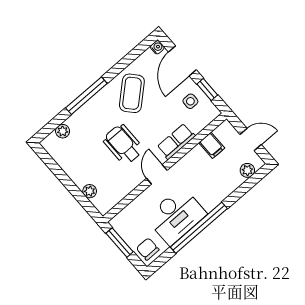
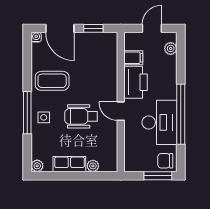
coffee table: (132, 93) -> (52, 81), turned -48
side table: (190, 101) -> (44, 117), moved
plant: (63, 131) -> (37, 166), moved
row of seats: (176, 141) -> (69, 164), moved, turned 90
printer: (192, 165) -> (135, 82), added
window: (120, 243) -> (158, 176), moved

